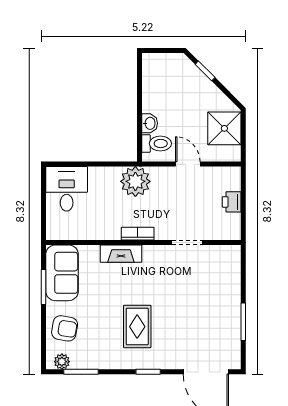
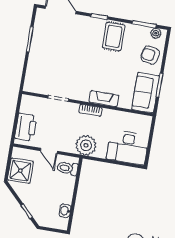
washbasin: (150, 123) -> (65, 211), moved
desk: (67, 189) -> (128, 147), width x1.37
printer: (232, 202) -> (26, 127), width x1.87, depth x1.48
rug: (137, 327) -> (114, 36), moved

